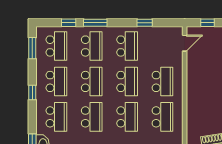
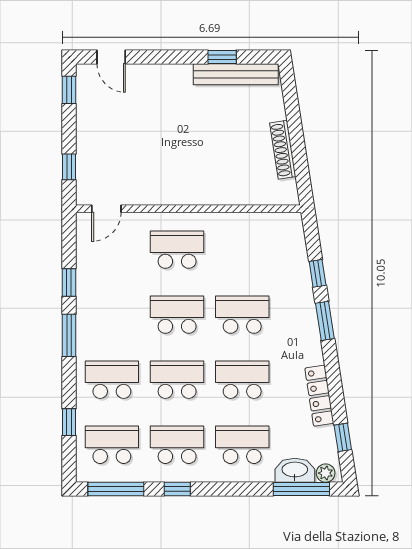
window: (95, 23) -> (69, 335), moved
door: (185, 43) -> (106, 209), swing flipped
school desk: (127, 46) -> (112, 315), removed
window: (32, 48) -> (116, 489), width x1.44
window: (32, 93) -> (177, 489), moved
school desk: (162, 117) -> (242, 250), removed

